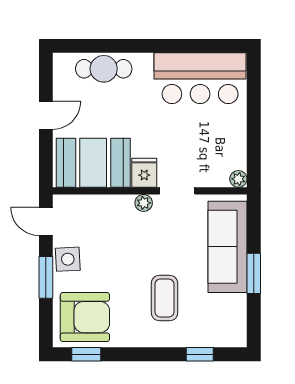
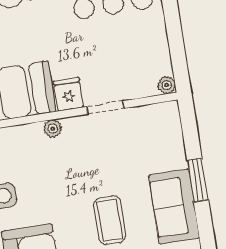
plant: (144, 203) -> (53, 129), moved
sofa: (227, 247) -> (174, 207), moved, width x0.73

